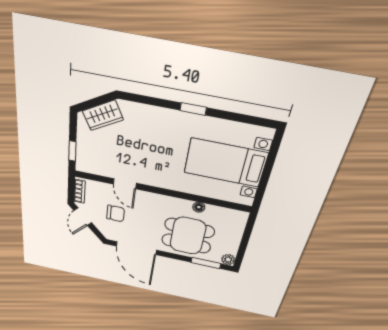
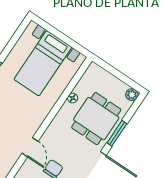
door: (125, 184) -> (30, 147), hinge flipped
window: (206, 263) -> (117, 133), moved

